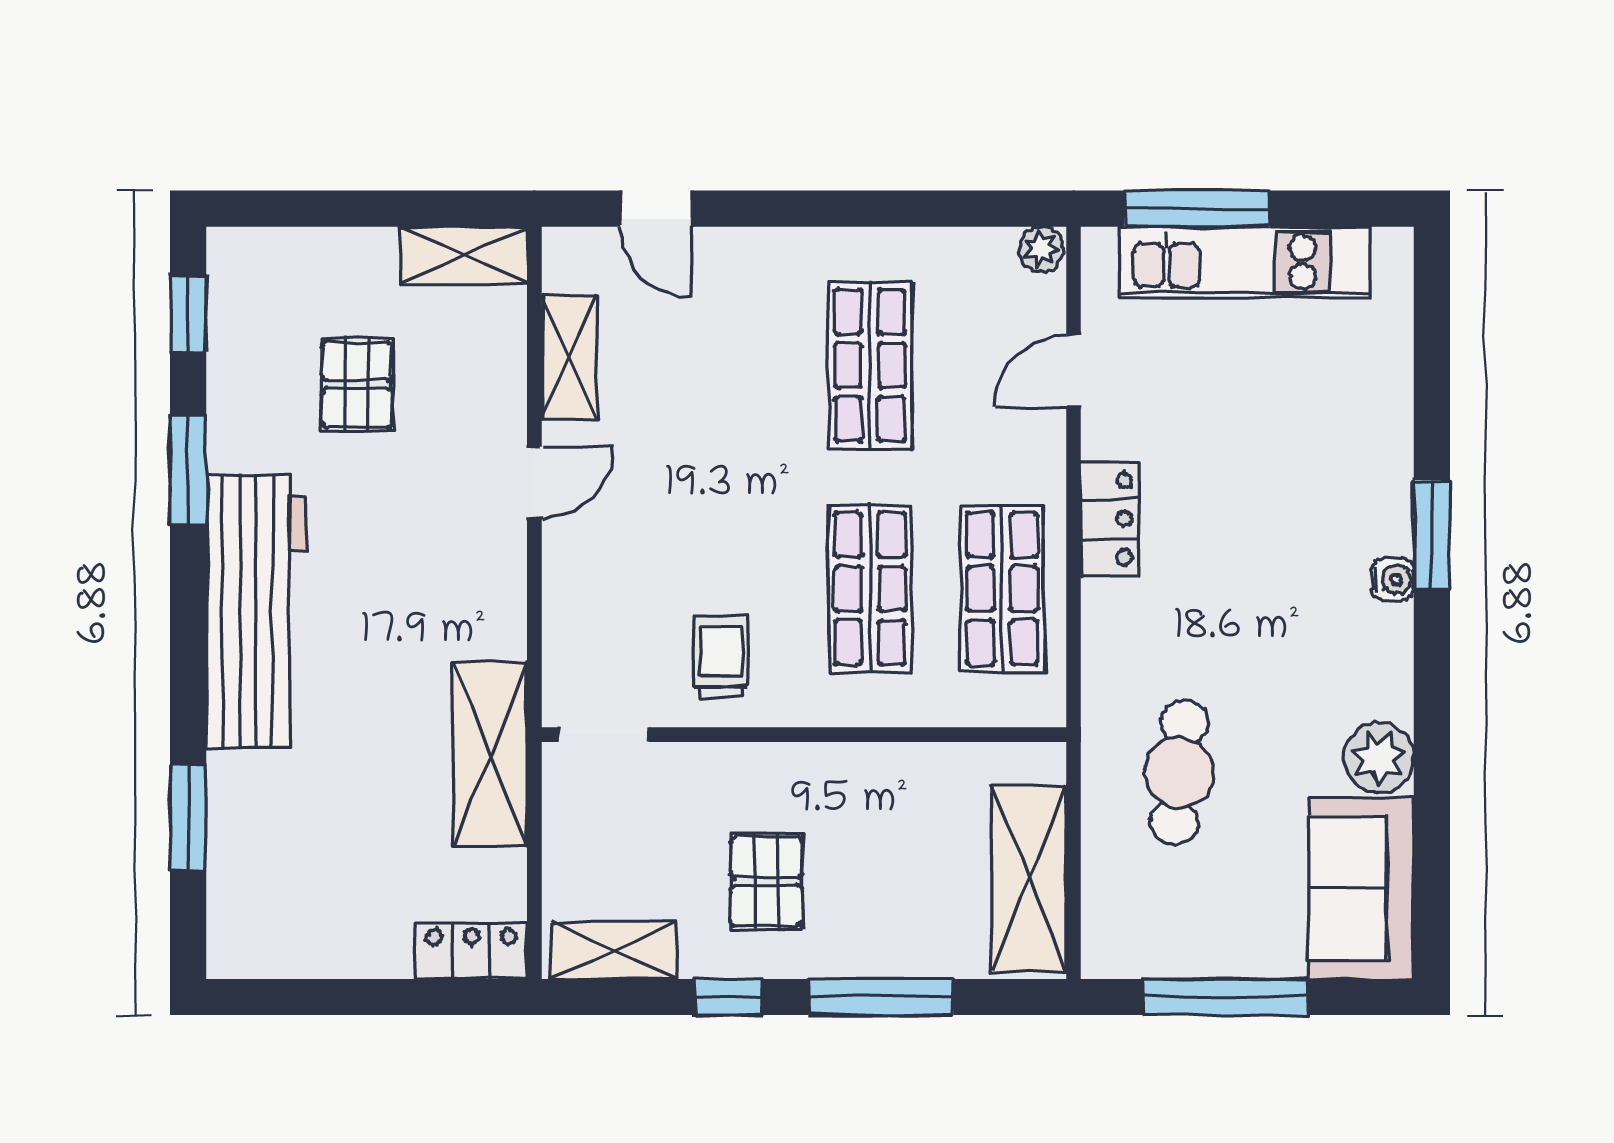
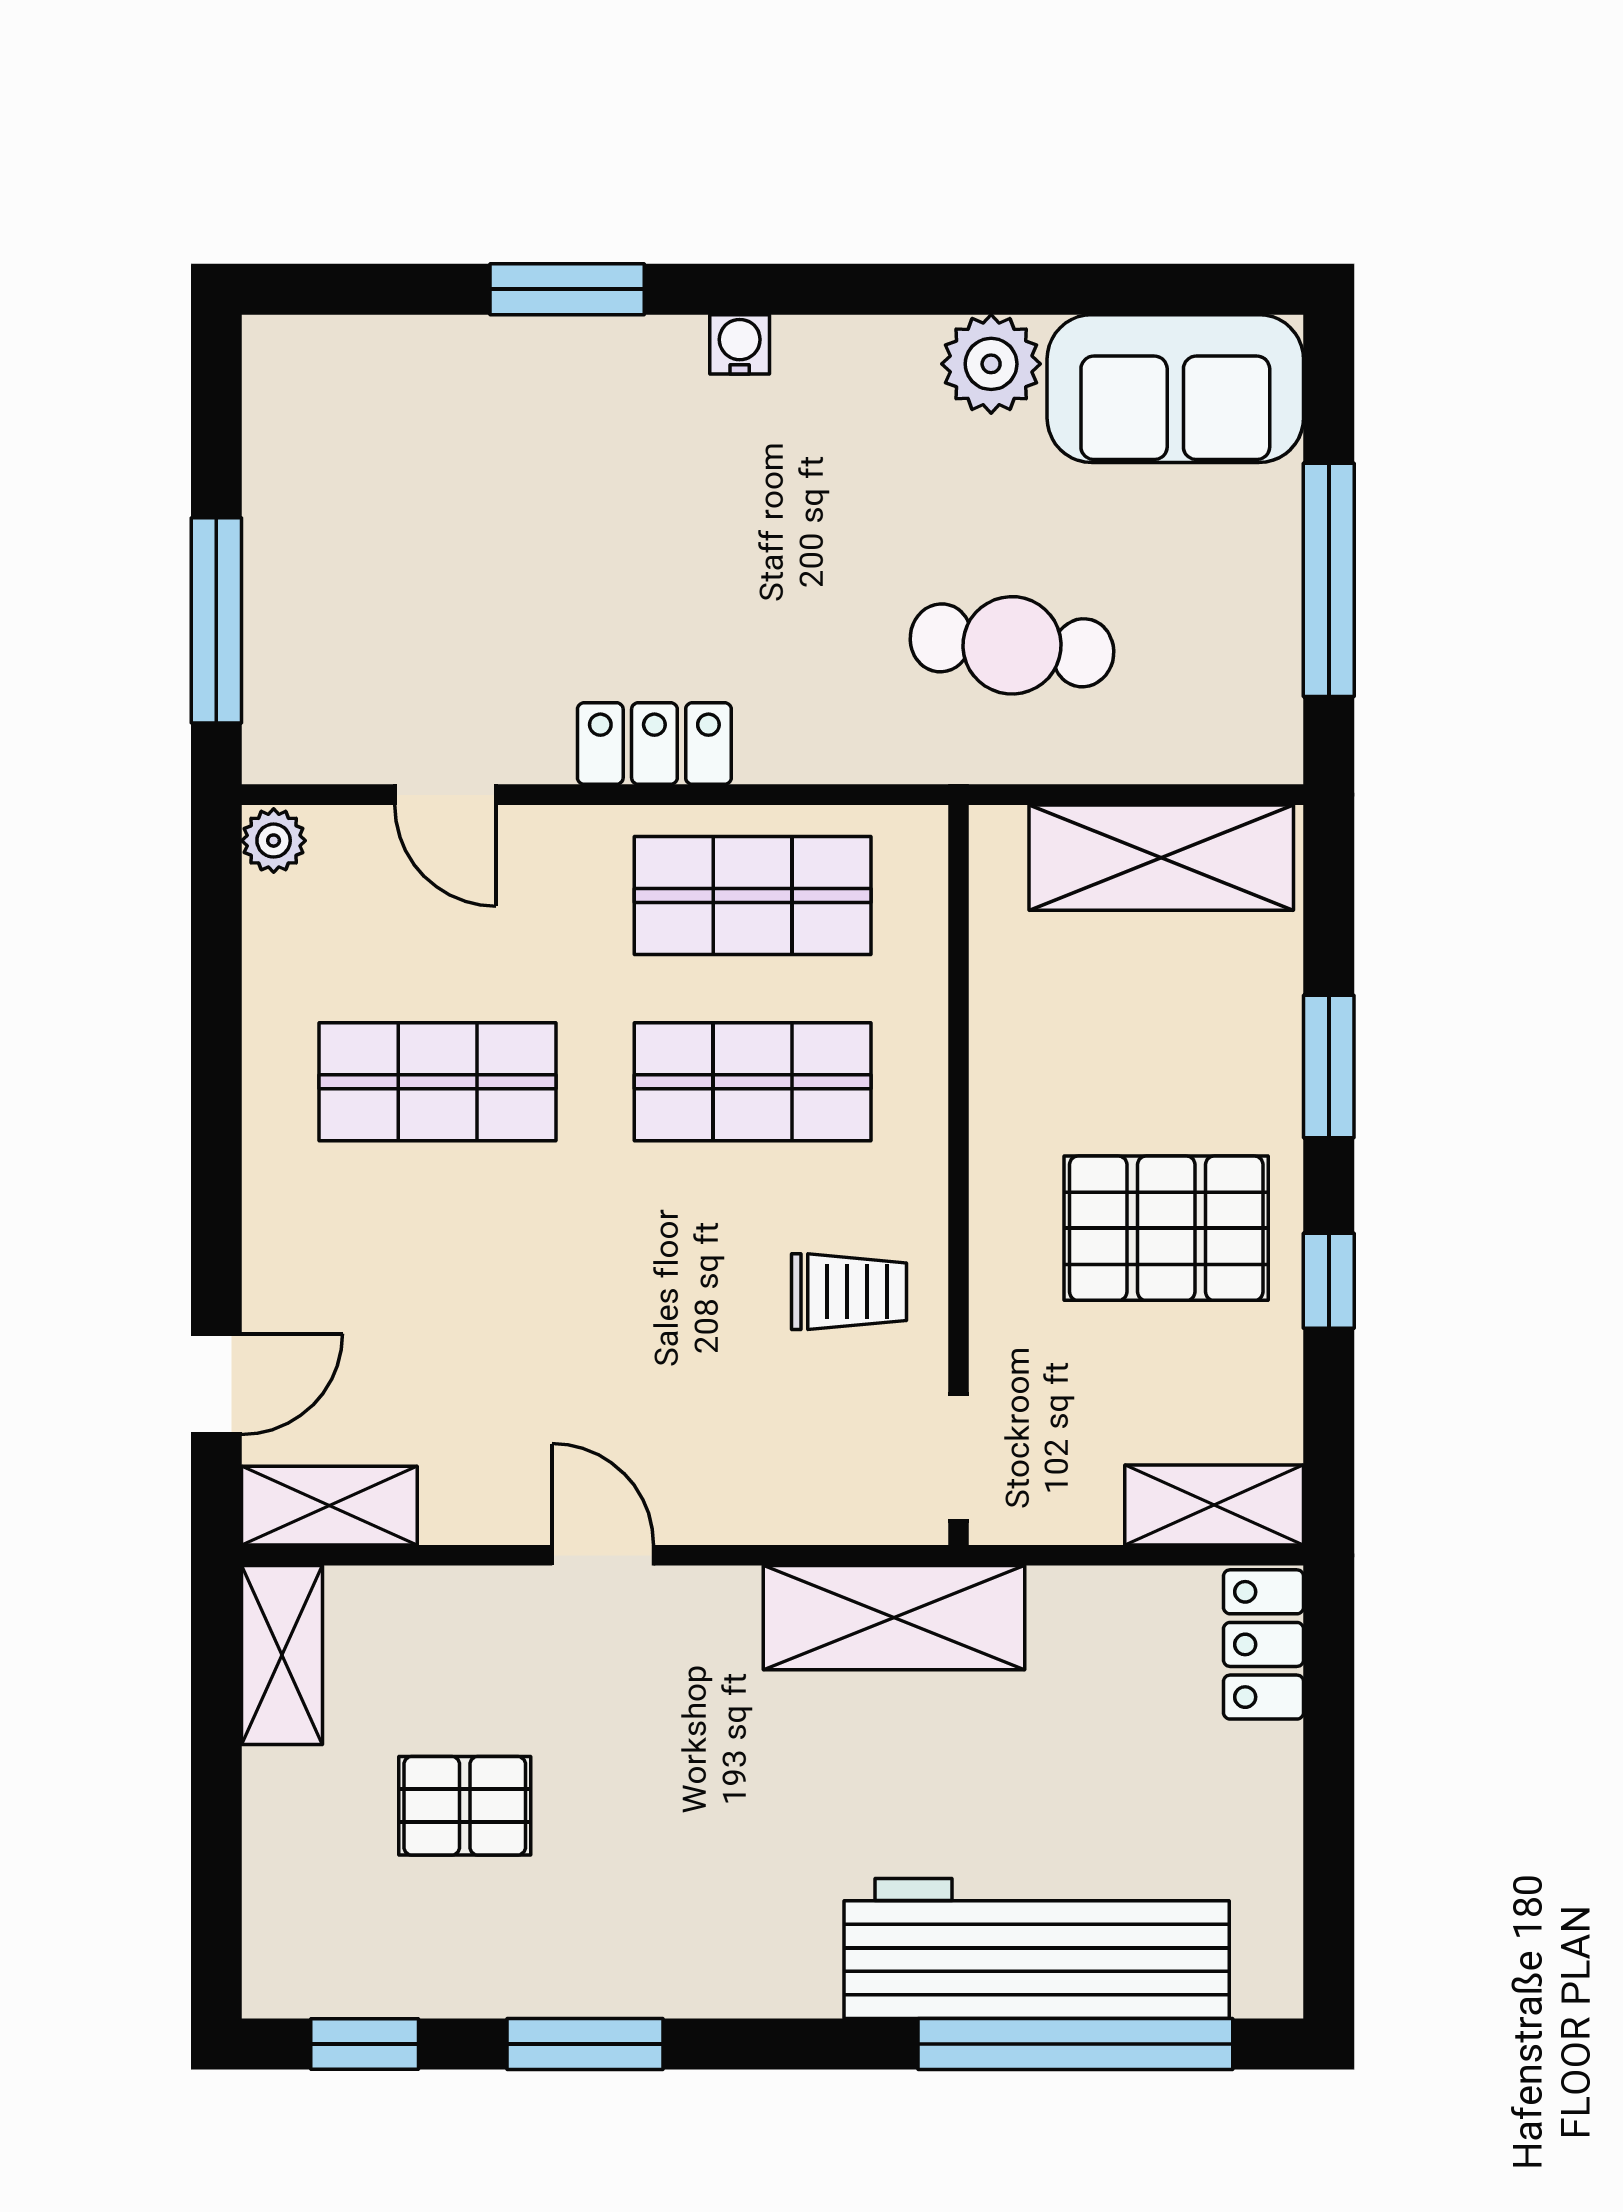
kitchen unit: (1245, 262) -> (292, 553), removed
shelving: (570, 358) -> (329, 1506), moved
window: (1432, 535) -> (567, 289), moved
workbench: (256, 611) -> (1037, 1948), moved
trolley: (721, 657) -> (849, 1292), turned 180
shelving: (490, 754) -> (894, 1618), moved
window: (188, 817) -> (1075, 2044), width x2.11
pallet: (766, 882) -> (1166, 1228), width x1.50, depth x1.42
shelving: (614, 951) -> (1214, 1505), moved, turned 90
window: (881, 997) -> (1329, 1067), width x0.69

